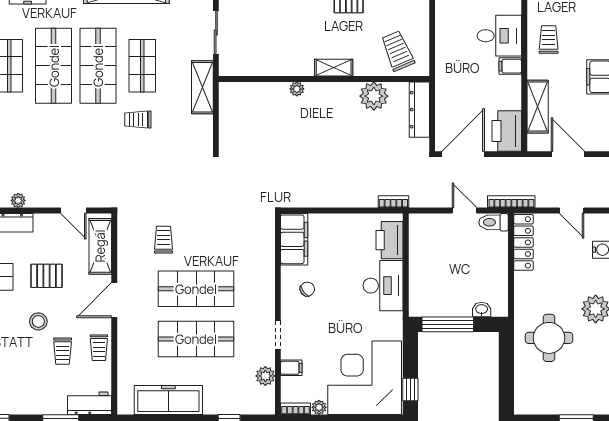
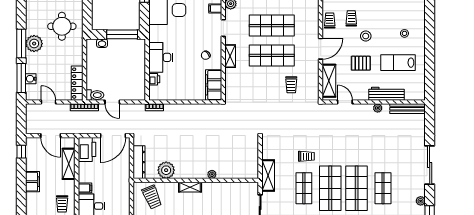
printer: (389, 240) -> (154, 79), width x0.53, depth x0.68
shelving: (266, 288) -> (230, 56), added

